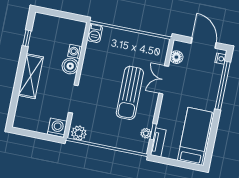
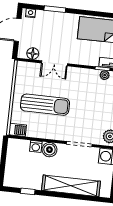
shelving: (31, 76) -> (71, 186), width x1.47
window: (223, 85) -> (55, 9), width x0.47
sun lounger: (130, 93) -> (45, 105), moved

